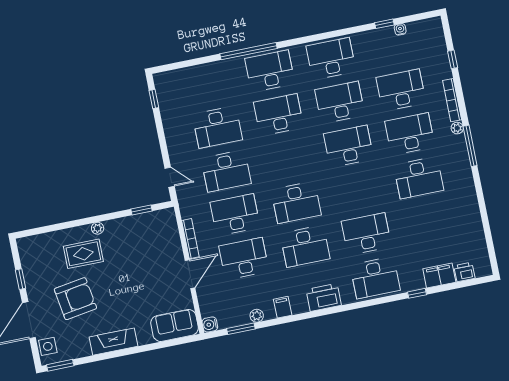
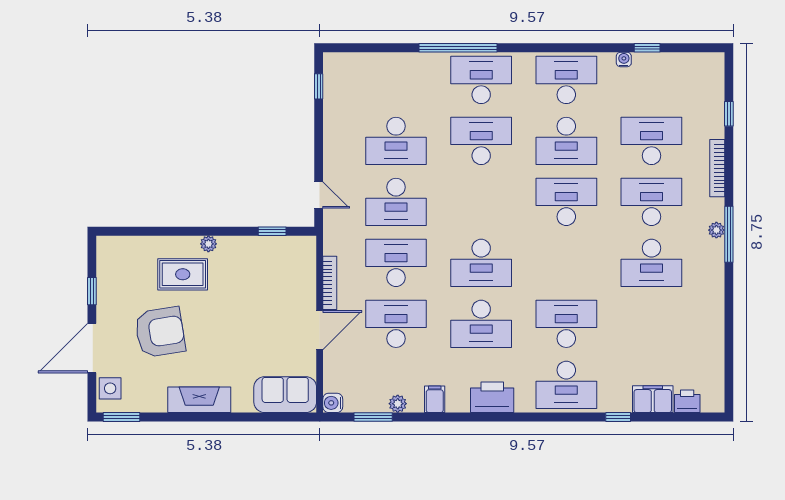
water cooler: (400, 29) -> (624, 60), moved
desk: (340, 102) -> (566, 141), turned 180
plant: (457, 128) -> (716, 230), moved

